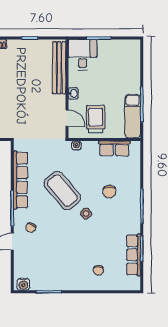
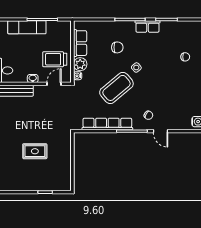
exam couch: (133, 116) -> (27, 27), moved
plant: (90, 149) -> (80, 64), added
row of seats: (134, 255) -> (148, 26), moved, width x0.68

